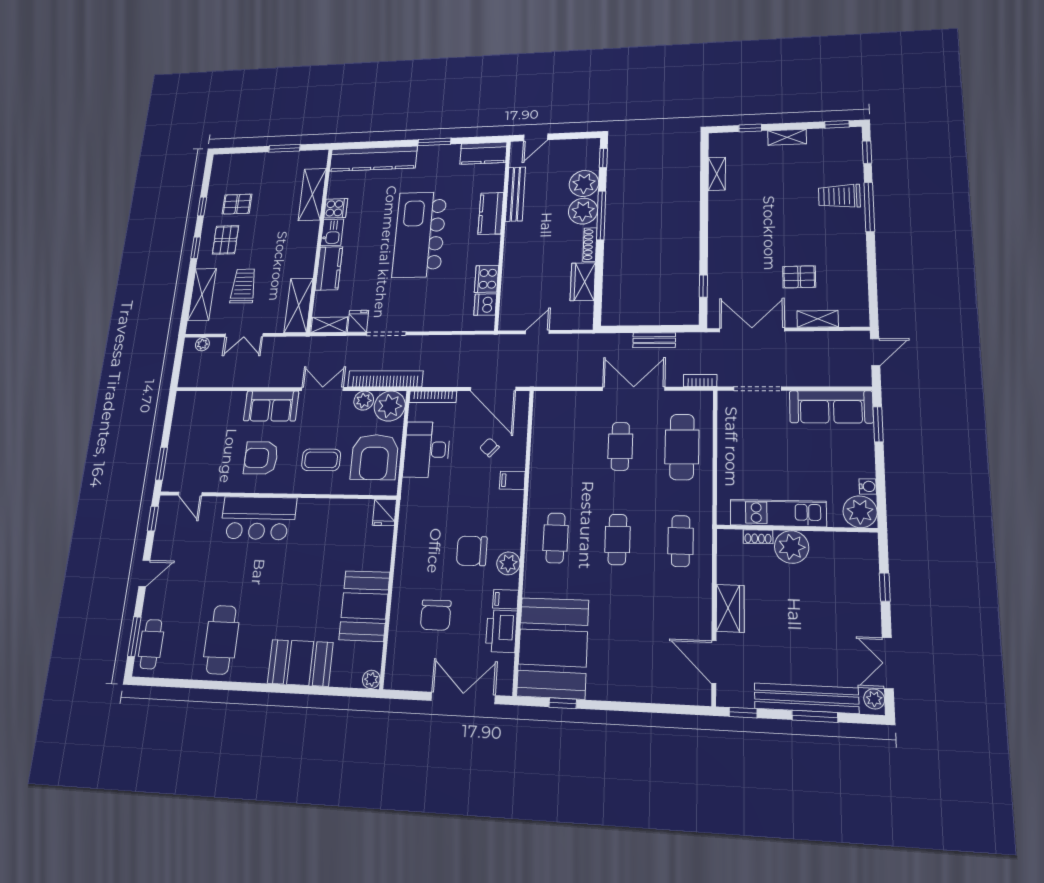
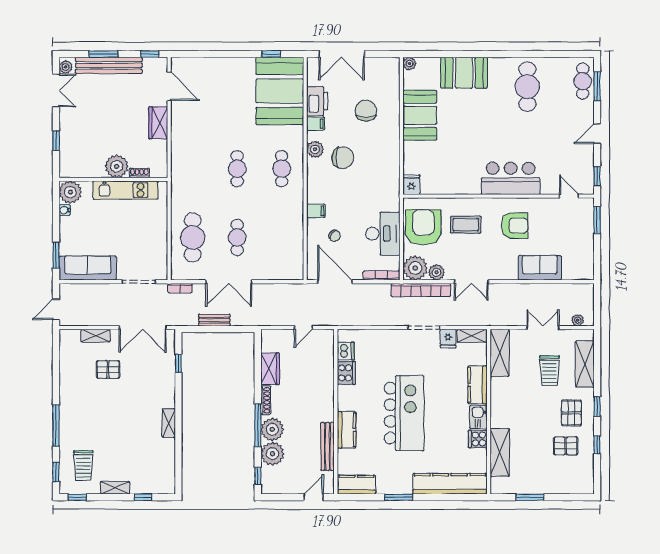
shelving: (717, 174) -> (169, 423), moved
trolley: (839, 196) -> (83, 465), moved, turned 90
sofa: (271, 406) -> (540, 268), moved
cafe table: (681, 541) -> (193, 169), removed

